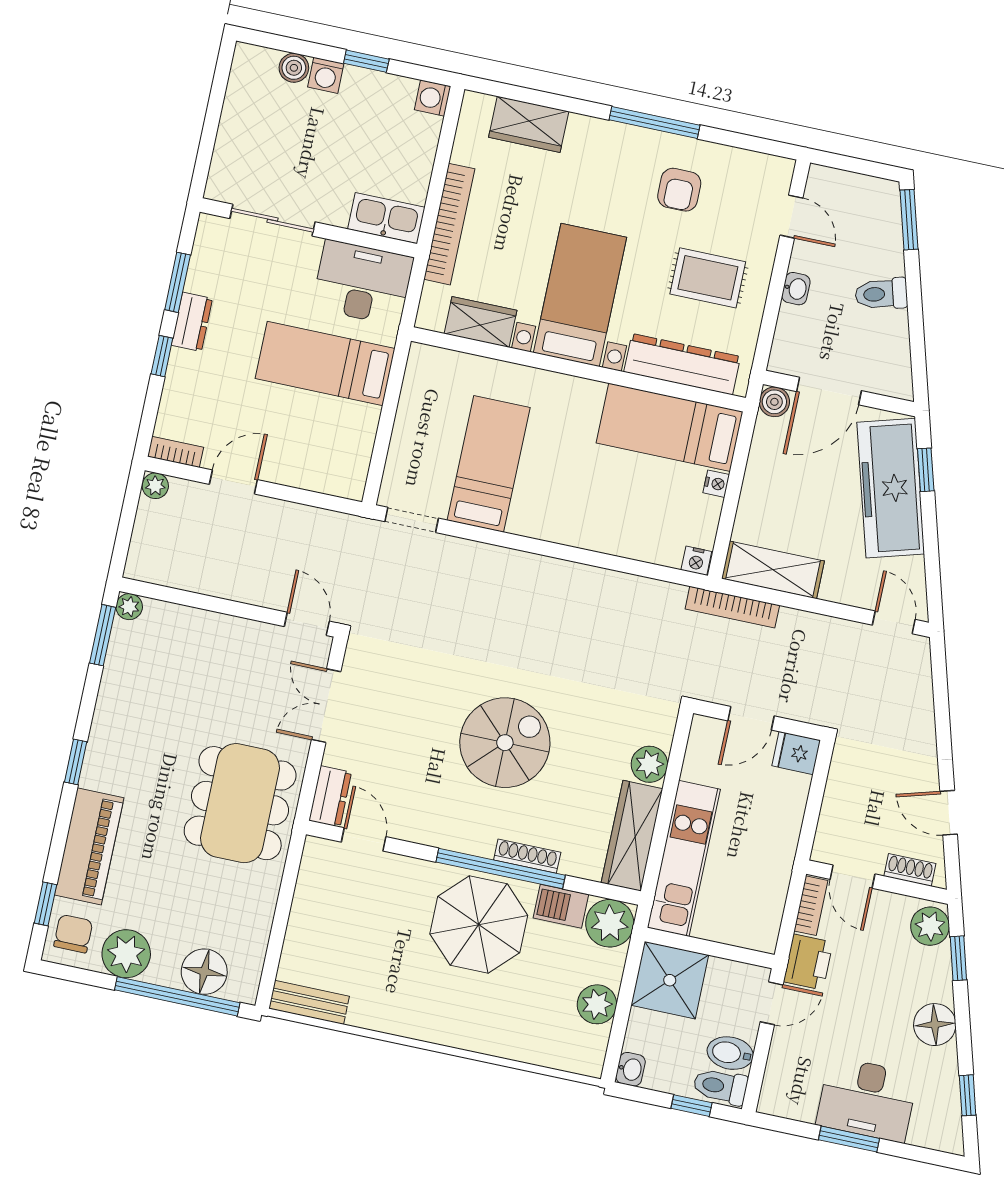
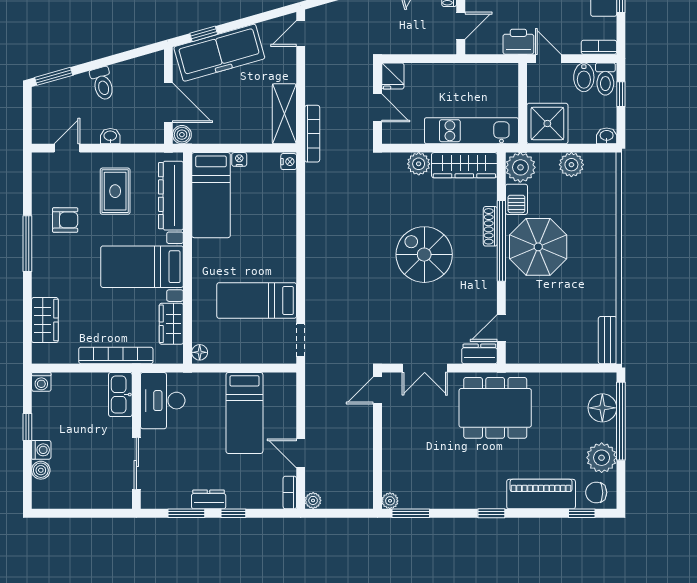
floor lamp: (426, 357) -> (200, 352), added
bed: (325, 363) -> (244, 413), moved
bookcase: (811, 906) -> (599, 47), moved

